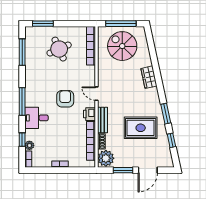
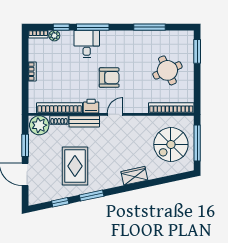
spiral stairs: (122, 46) -> (171, 144), turned 180
window: (22, 52) -> (149, 27), moved
window: (22, 101) -> (93, 27), moved

